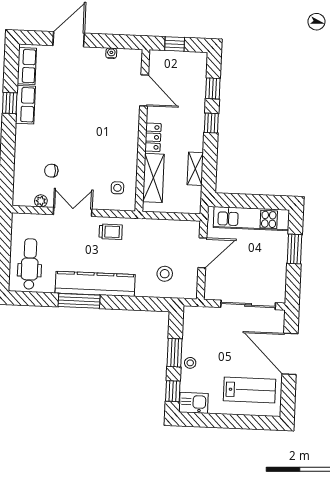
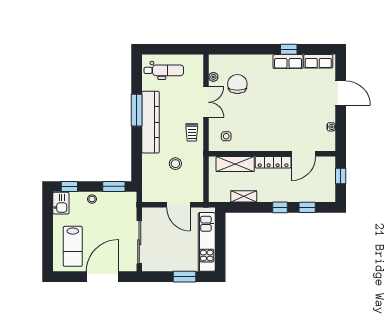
locker: (153, 137) -> (273, 162), width x1.53
chair: (51, 171) -> (237, 84), width x1.87, depth x1.87
stool: (165, 274) -> (175, 164), moved
window: (175, 353) -> (114, 186), moved

